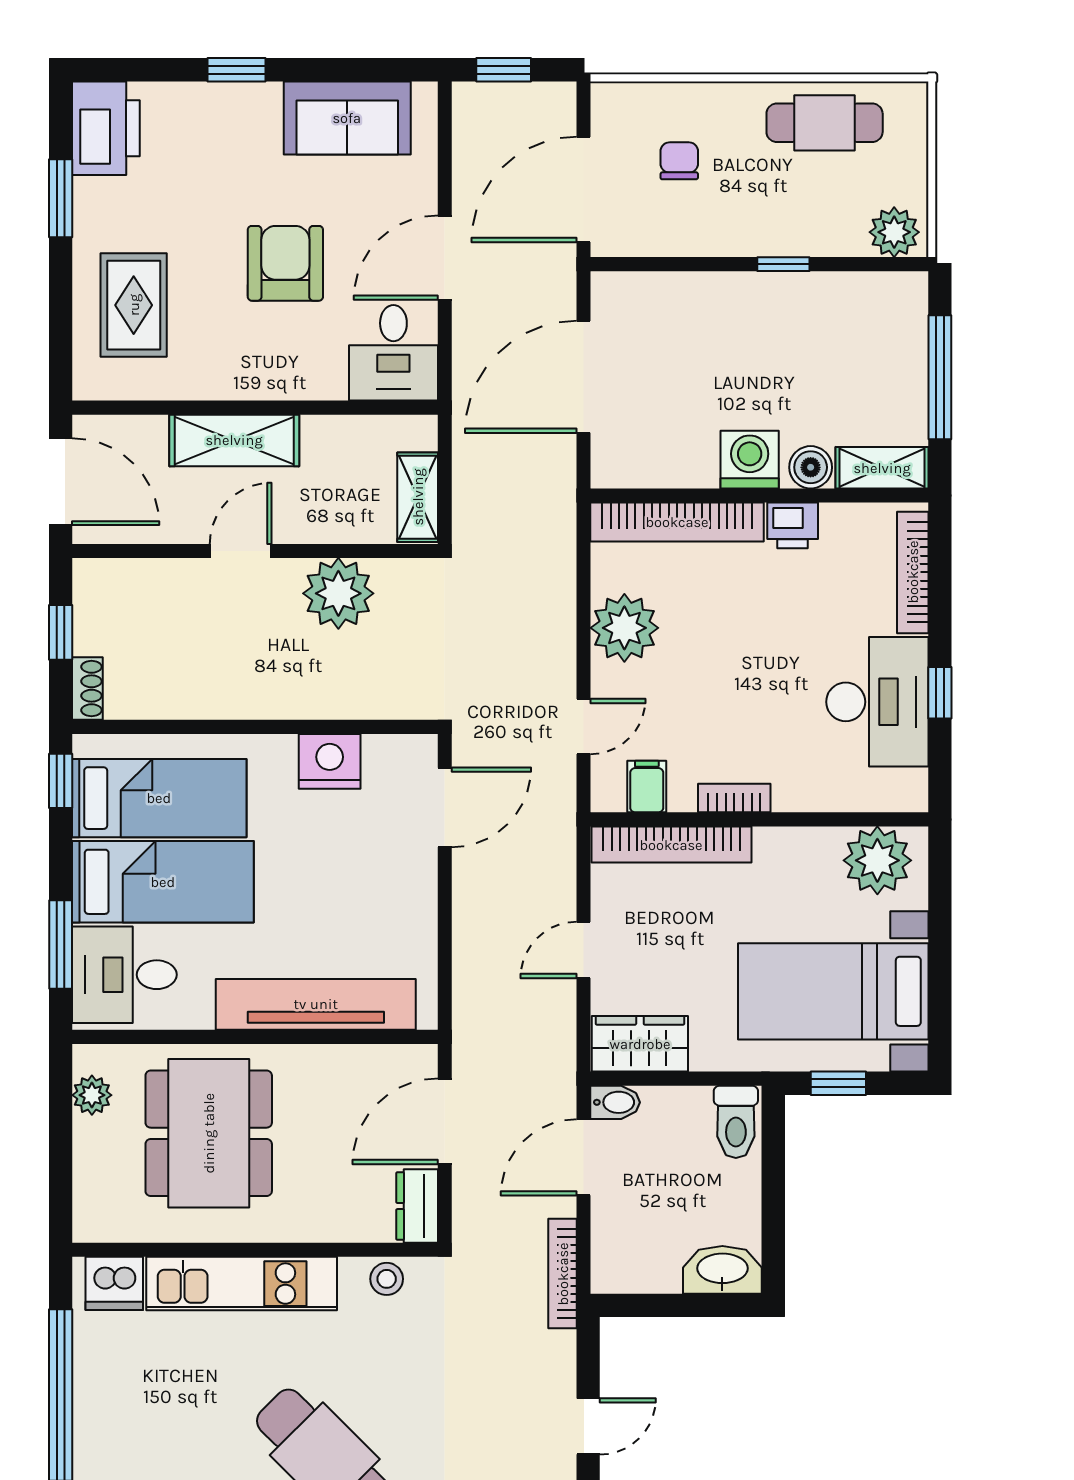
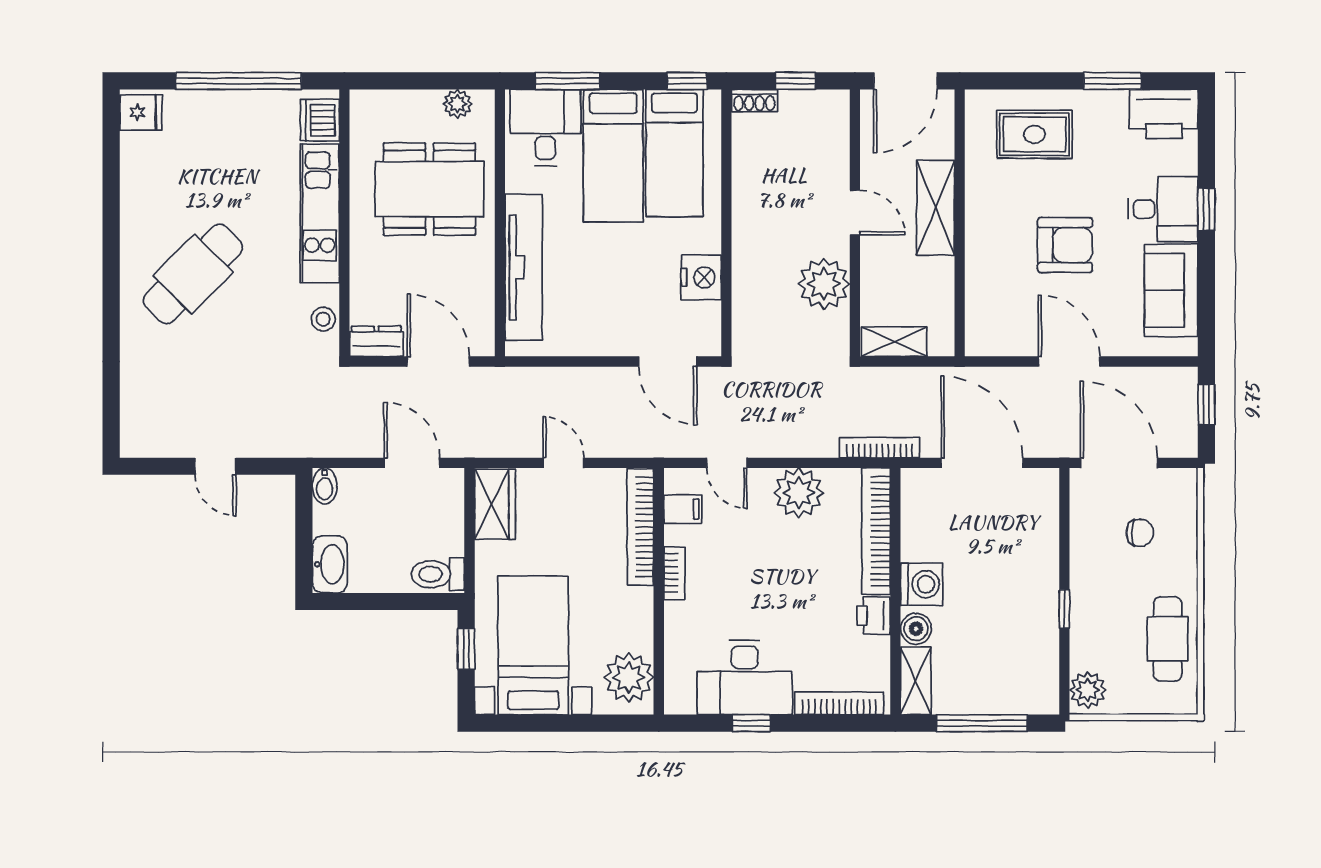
desk: (393, 353) -> (1163, 209), moved, turned 180
bidet: (615, 1102) -> (325, 486), moved
bookcase: (563, 1274) -> (880, 448), moved

